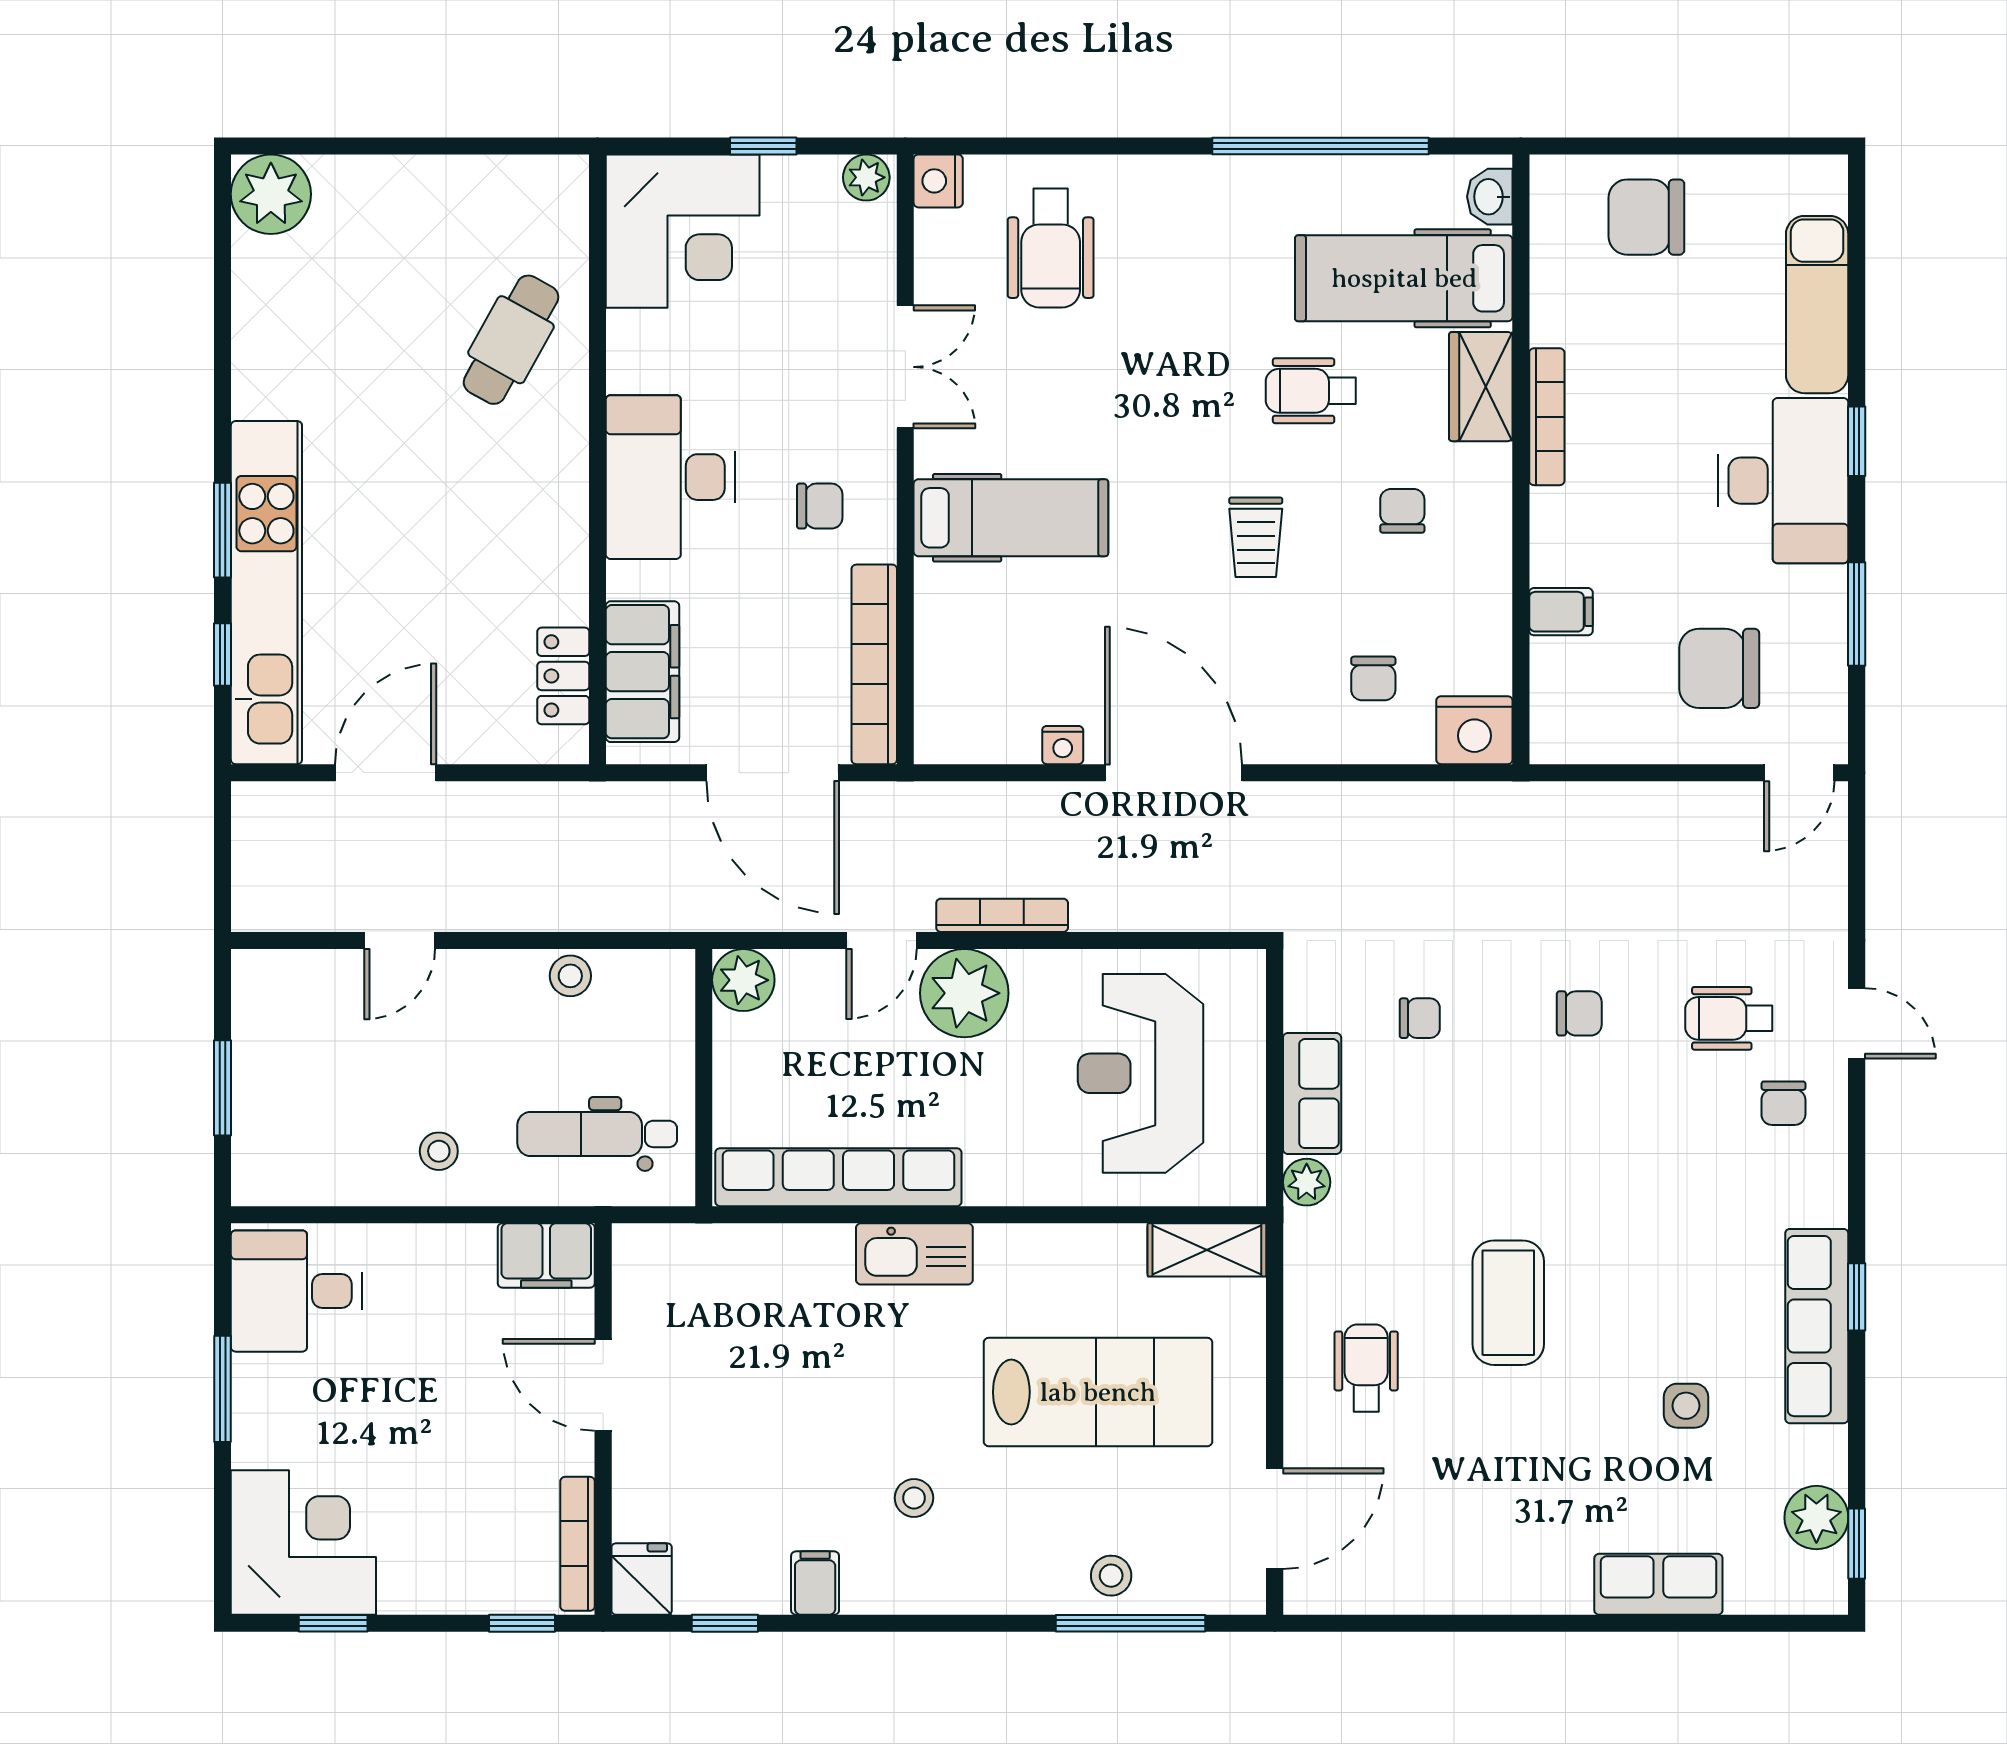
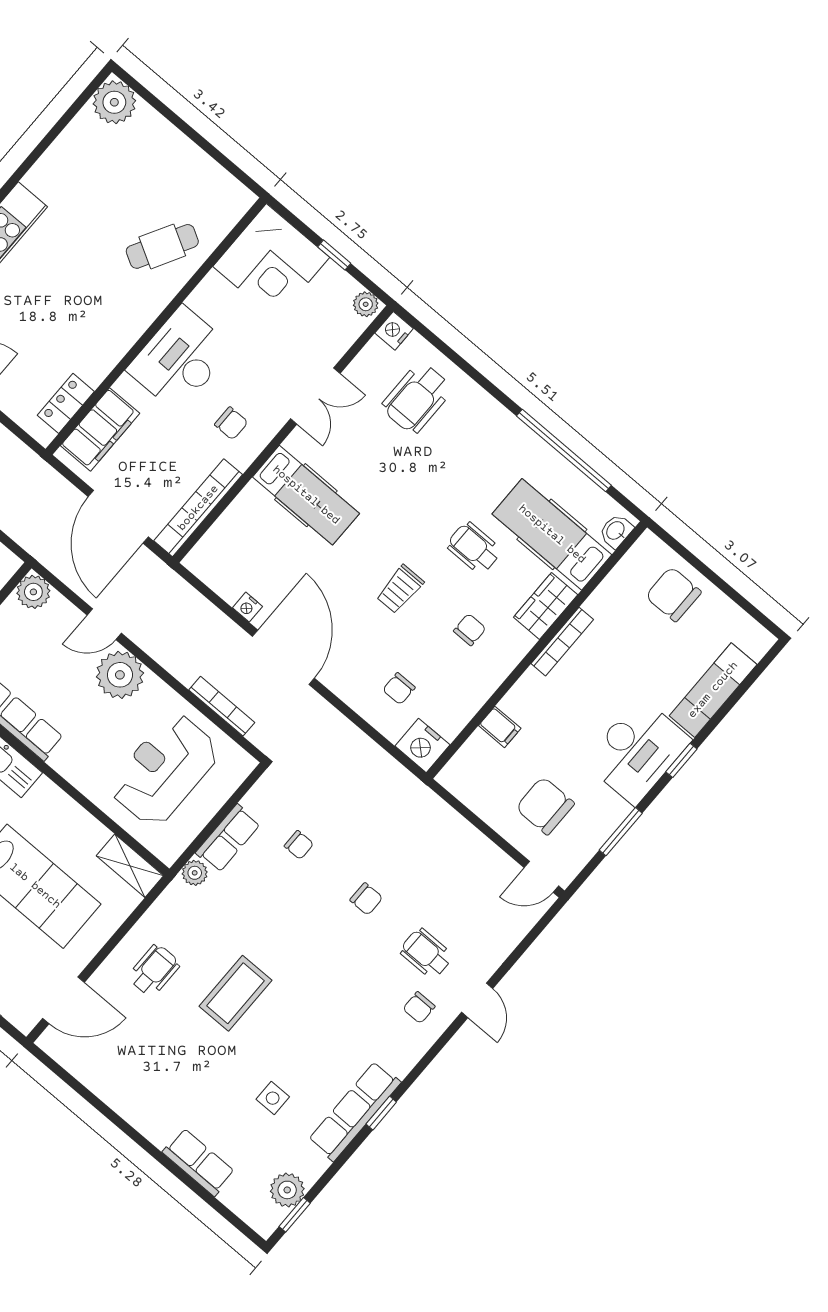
bookcase: (1002, 915) -> (222, 706), moved

